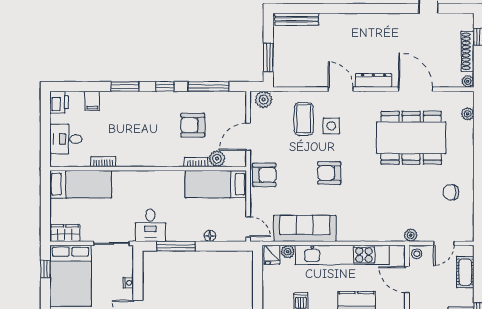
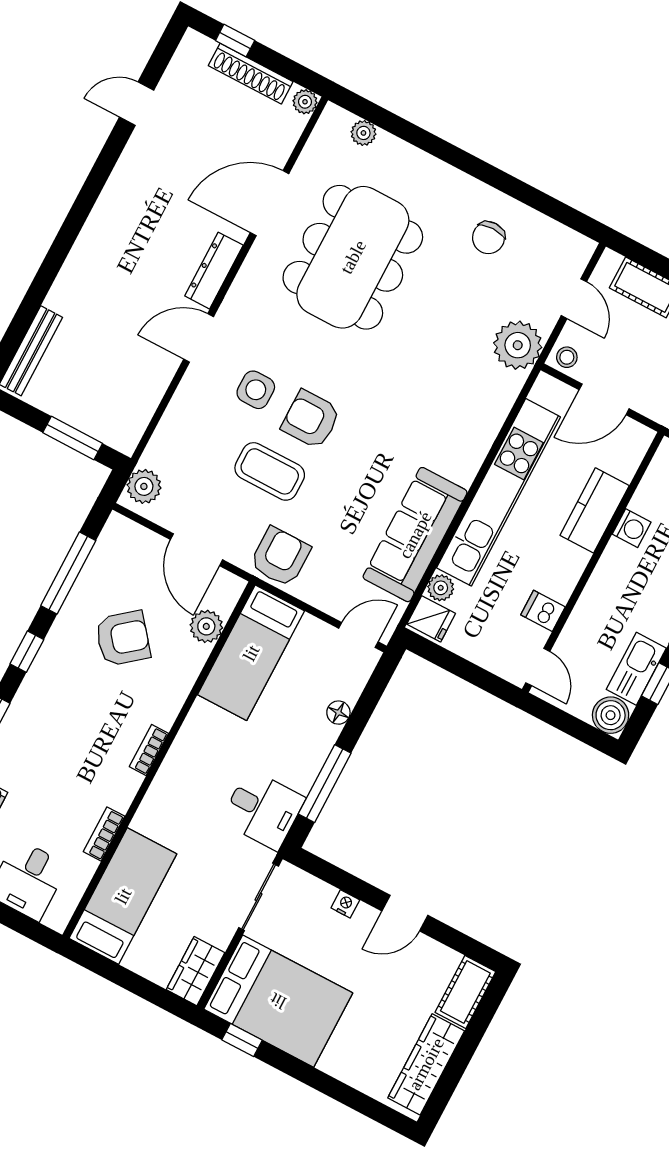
coffee table: (304, 119) -> (270, 471), moved
armchair: (193, 125) -> (123, 638), turned -129
bookcase: (196, 162) -> (149, 750), moved
armchair: (329, 173) -> (311, 419), moved, turned 90
plant: (411, 235) -> (518, 345), width x1.88, depth x1.88

